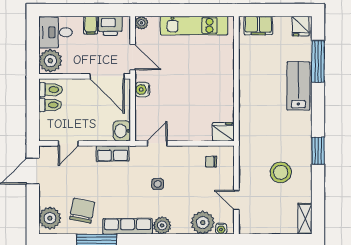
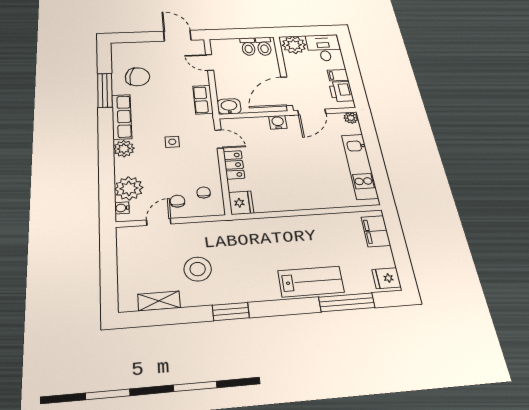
locker: (185, 134) -> (234, 165), added
chair: (218, 184) -> (177, 201), added
plant: (50, 218) -> (128, 51), removed
shelving: (305, 219) -> (159, 301), moved

